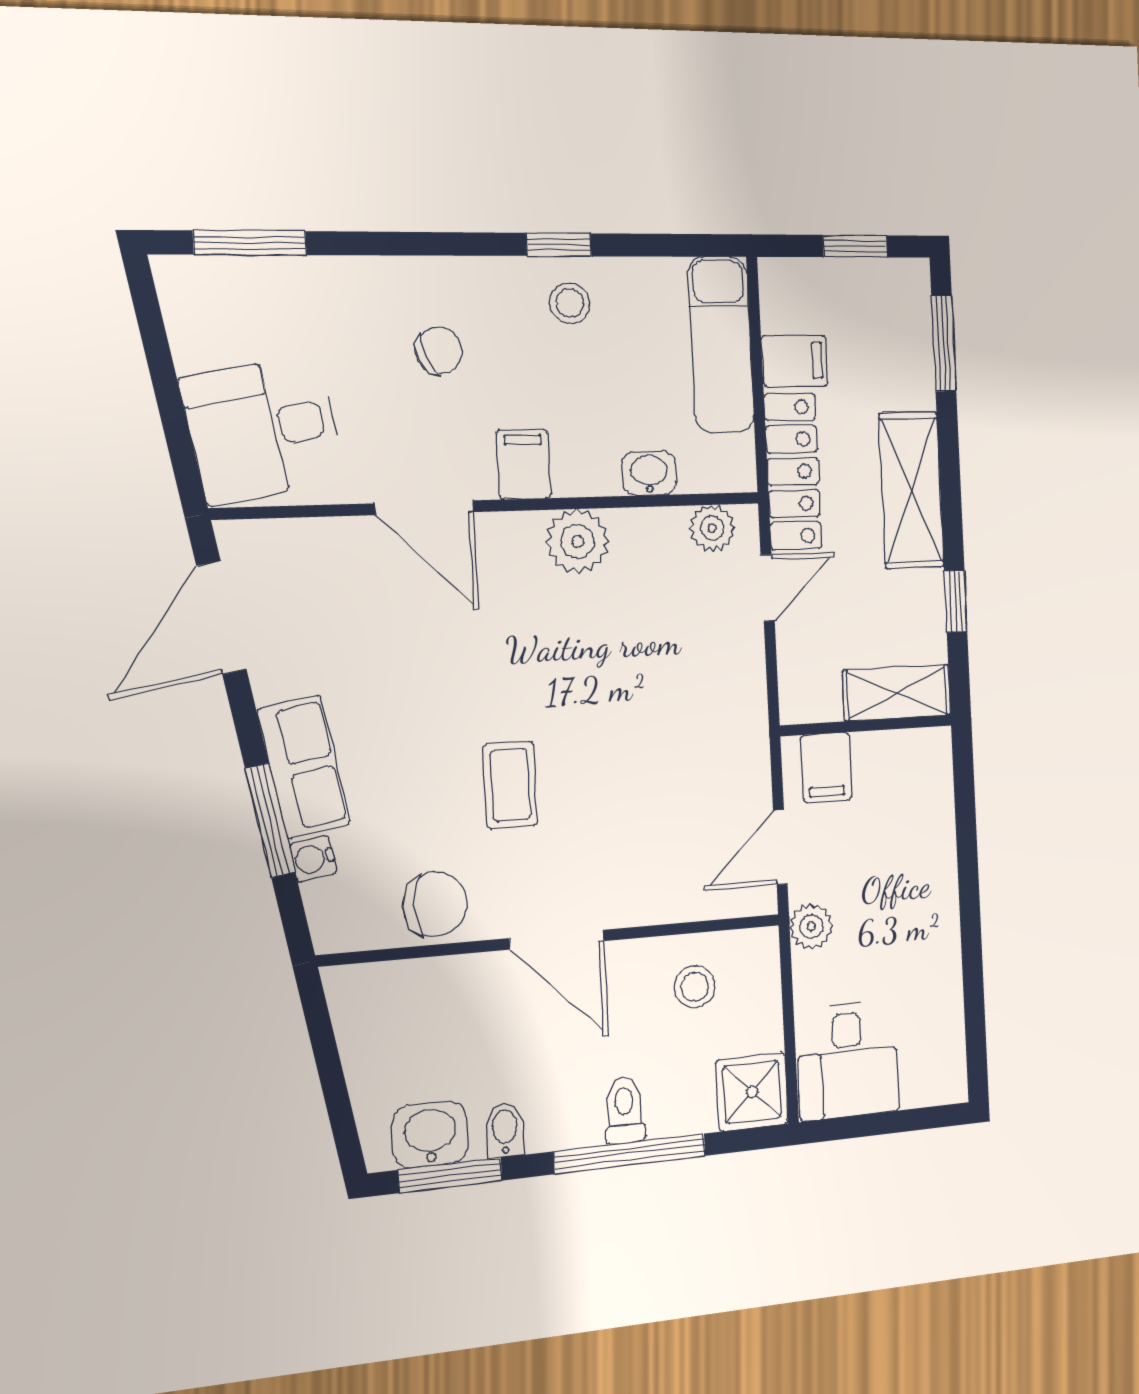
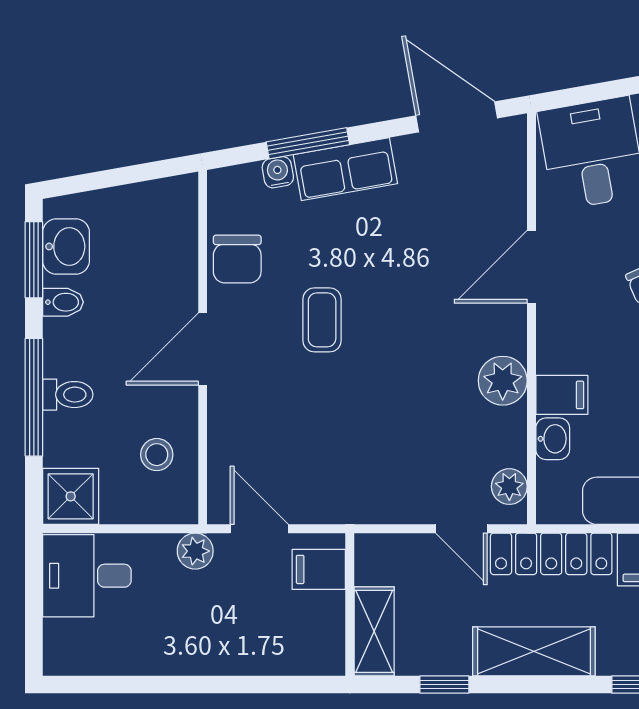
filing cabinet: (524, 464) -> (562, 395), moved
coffee table: (510, 785) -> (322, 320), turned 90

